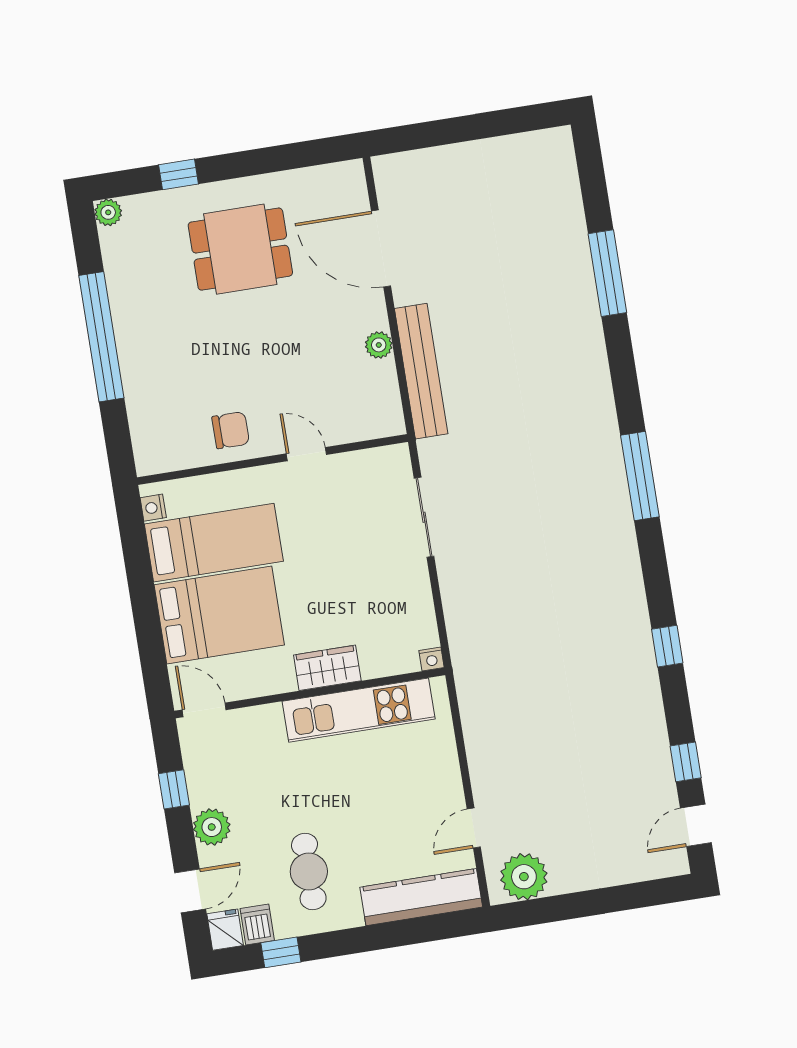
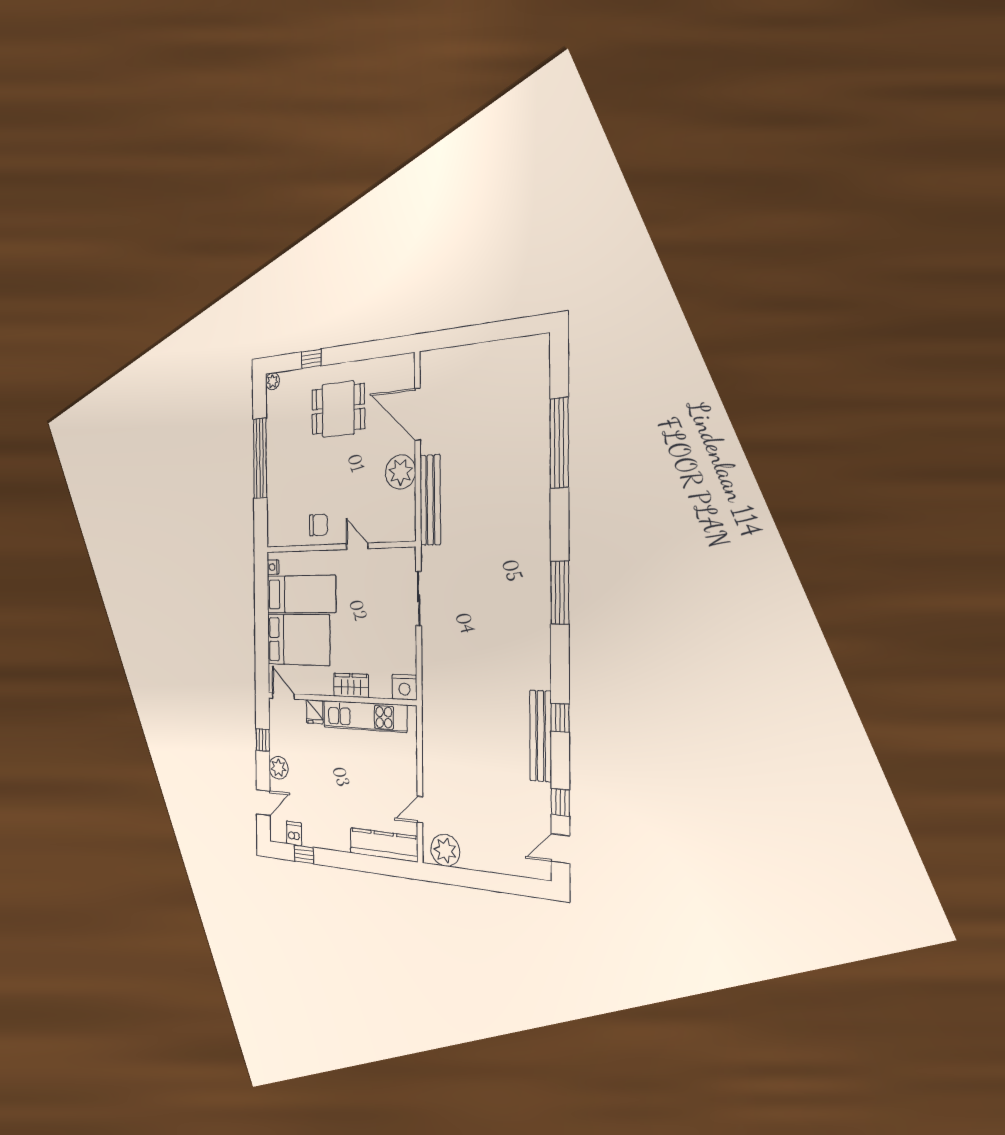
window: (607, 273) -> (559, 443), width x1.46
plant: (379, 345) -> (400, 472), width x1.88, depth x1.88
nightstand: (432, 659) -> (405, 687), width x1.89, depth x1.79
bench: (643, 677) -> (541, 736), added
cafe table: (309, 871) -> (325, 810), removed
fridge: (225, 930) -> (315, 712), moved, turned 180

